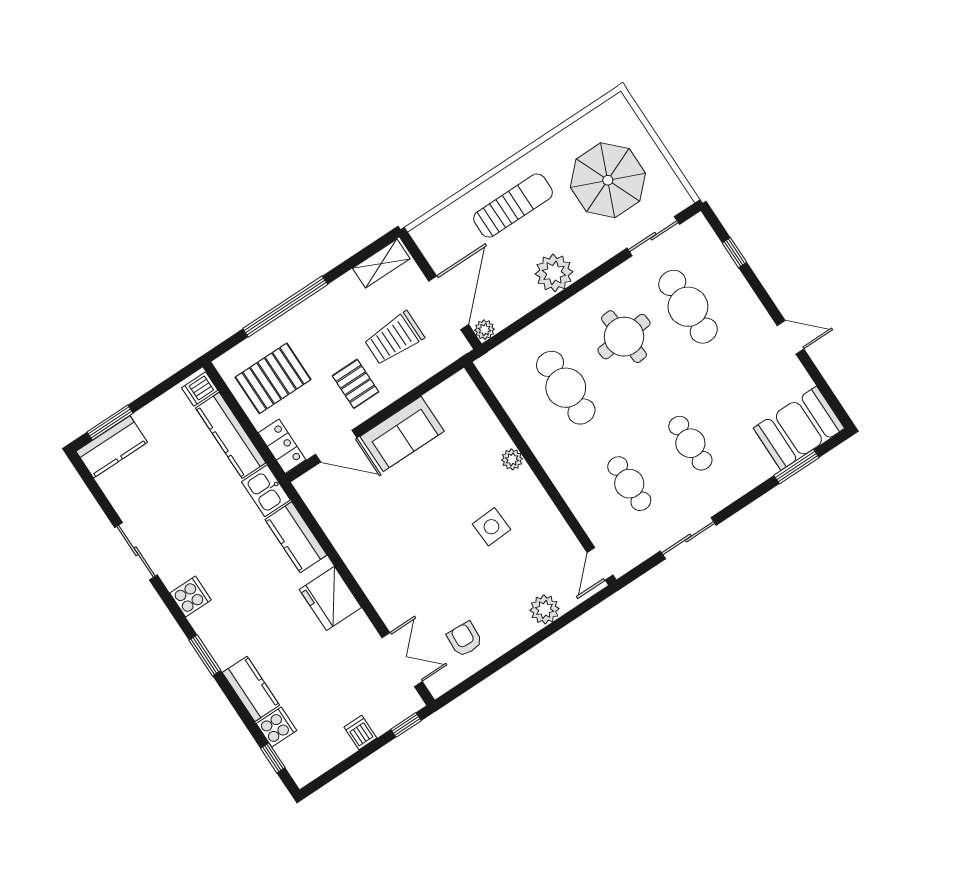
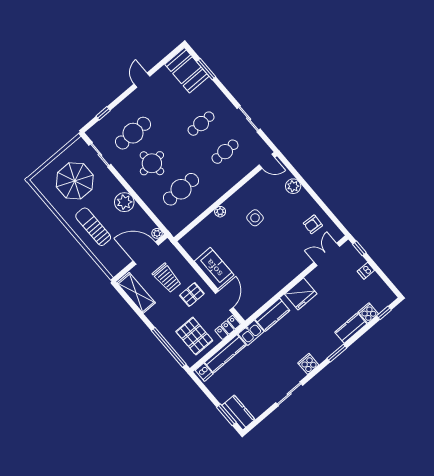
shelving: (381, 264) -> (136, 293), width x1.50, depth x1.33
window: (285, 307) -> (169, 347), moved

